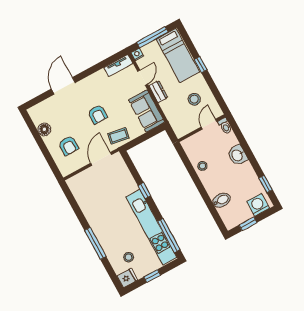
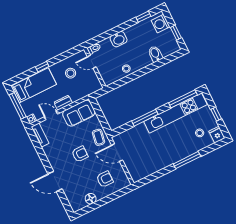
window: (144, 191) -> (145, 118), width x2.17

